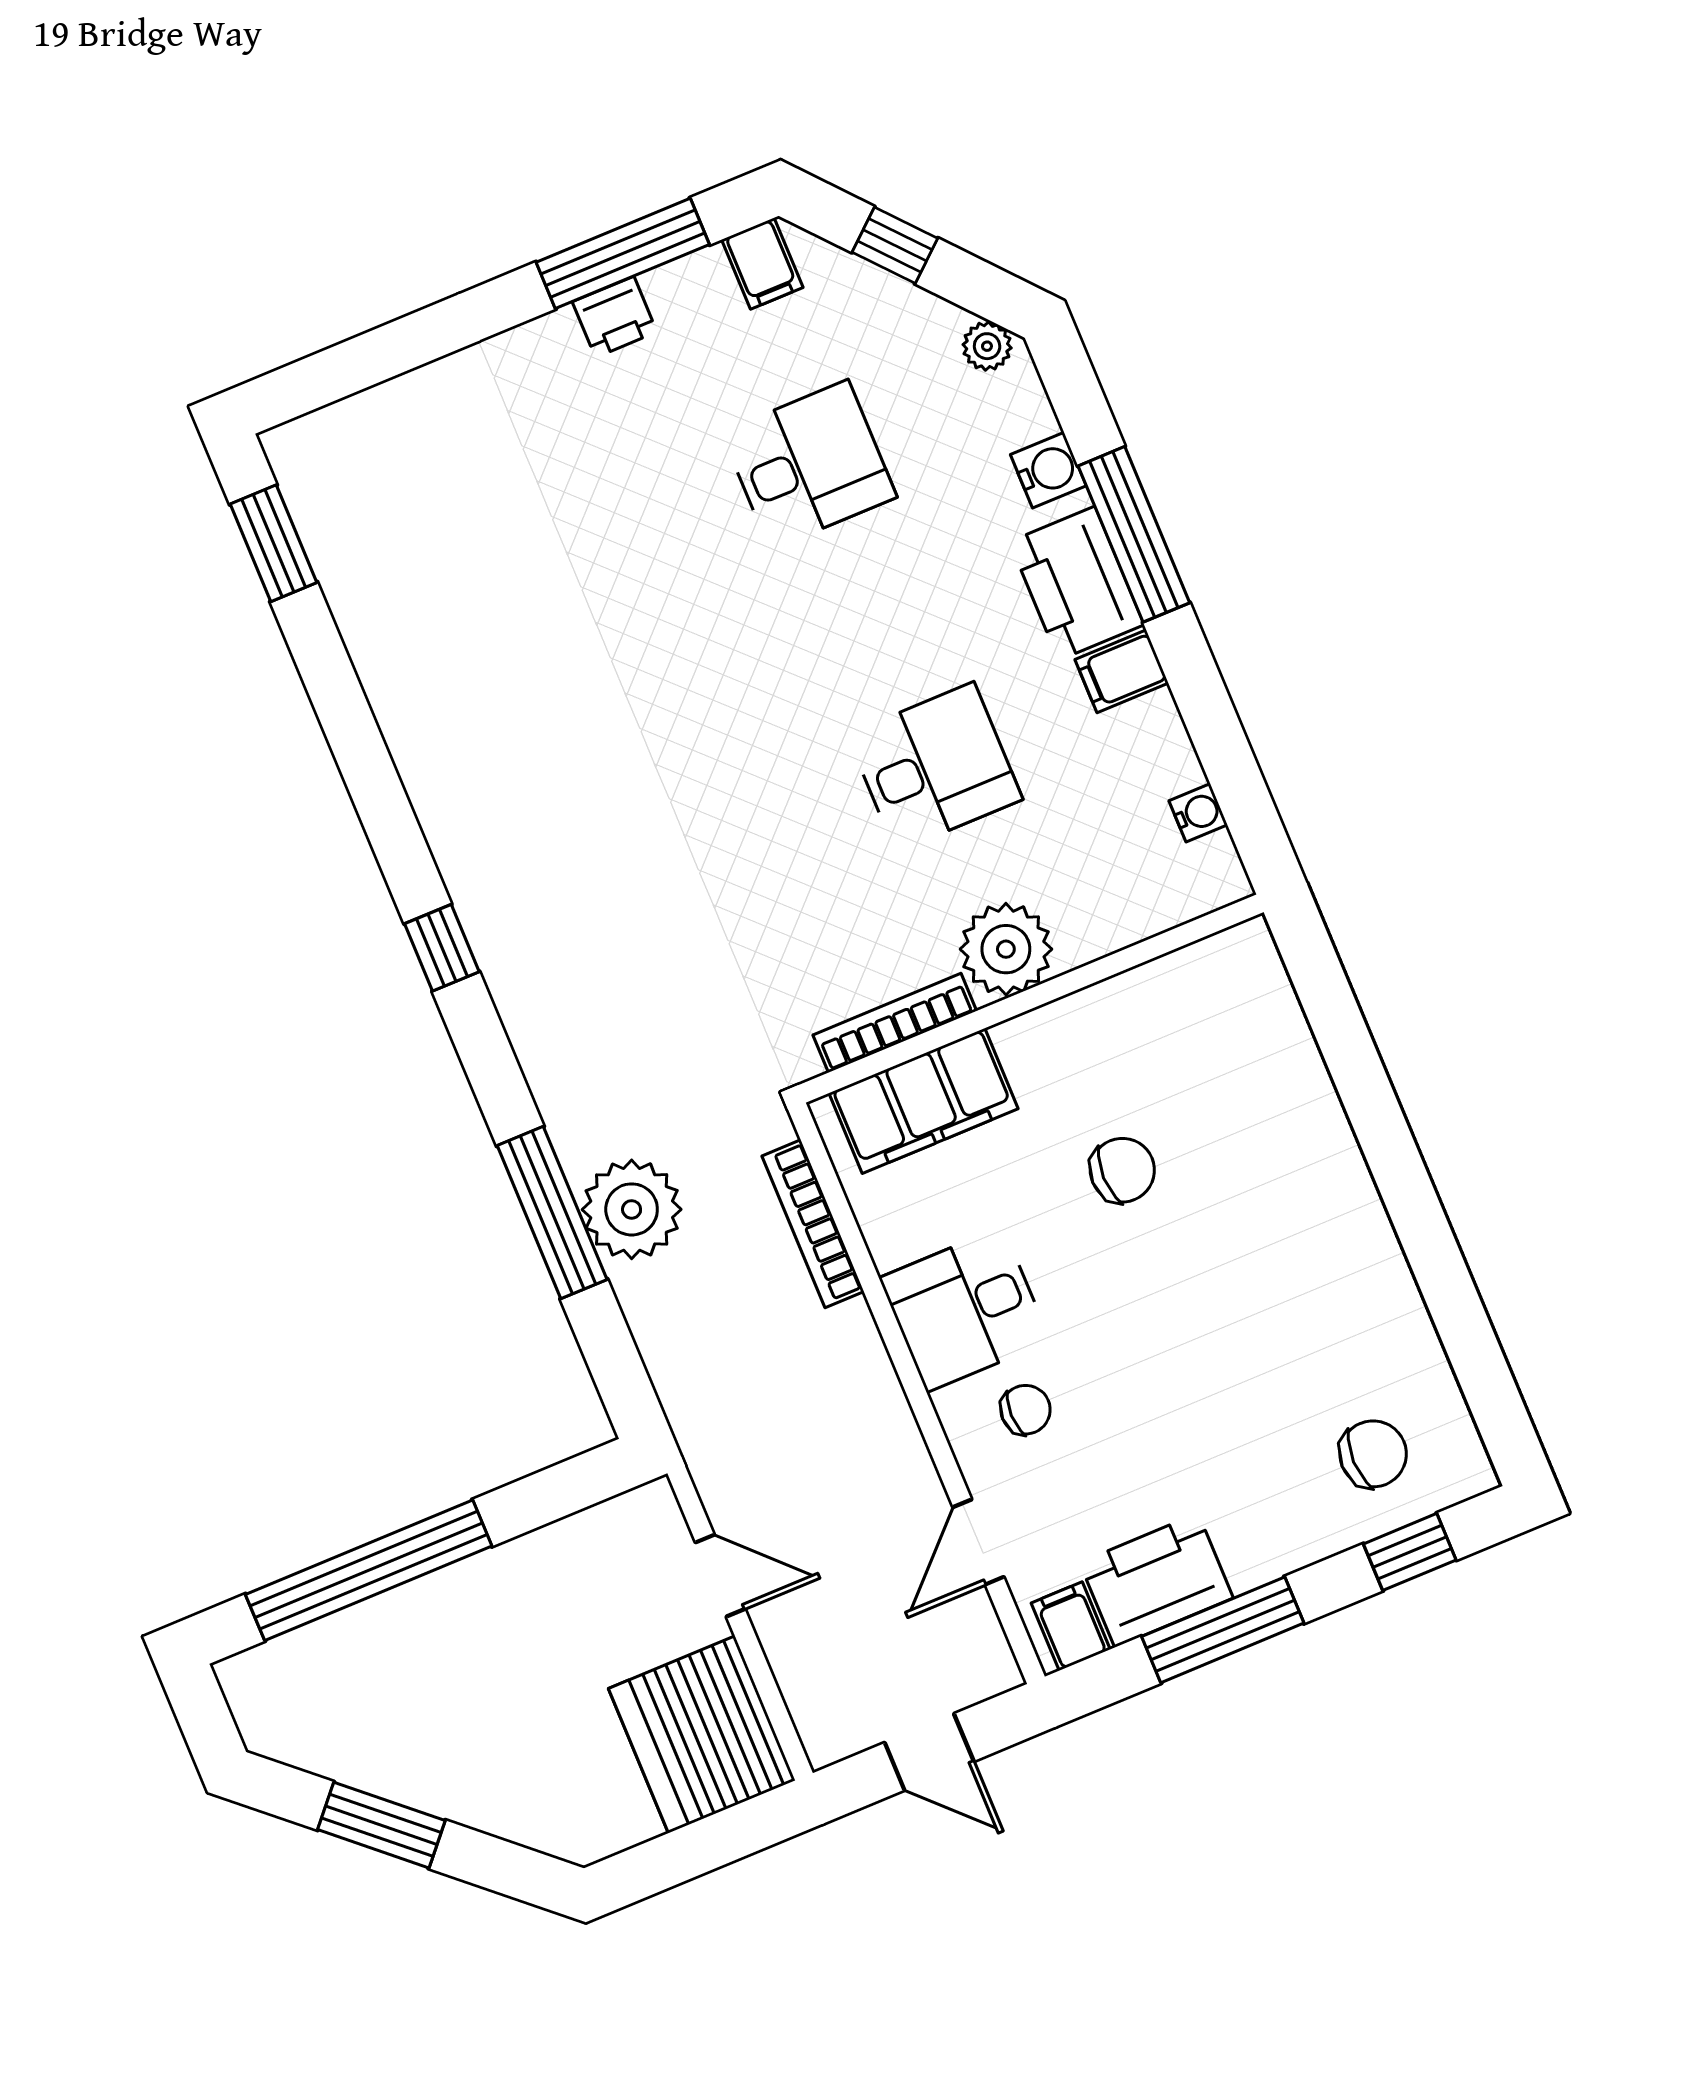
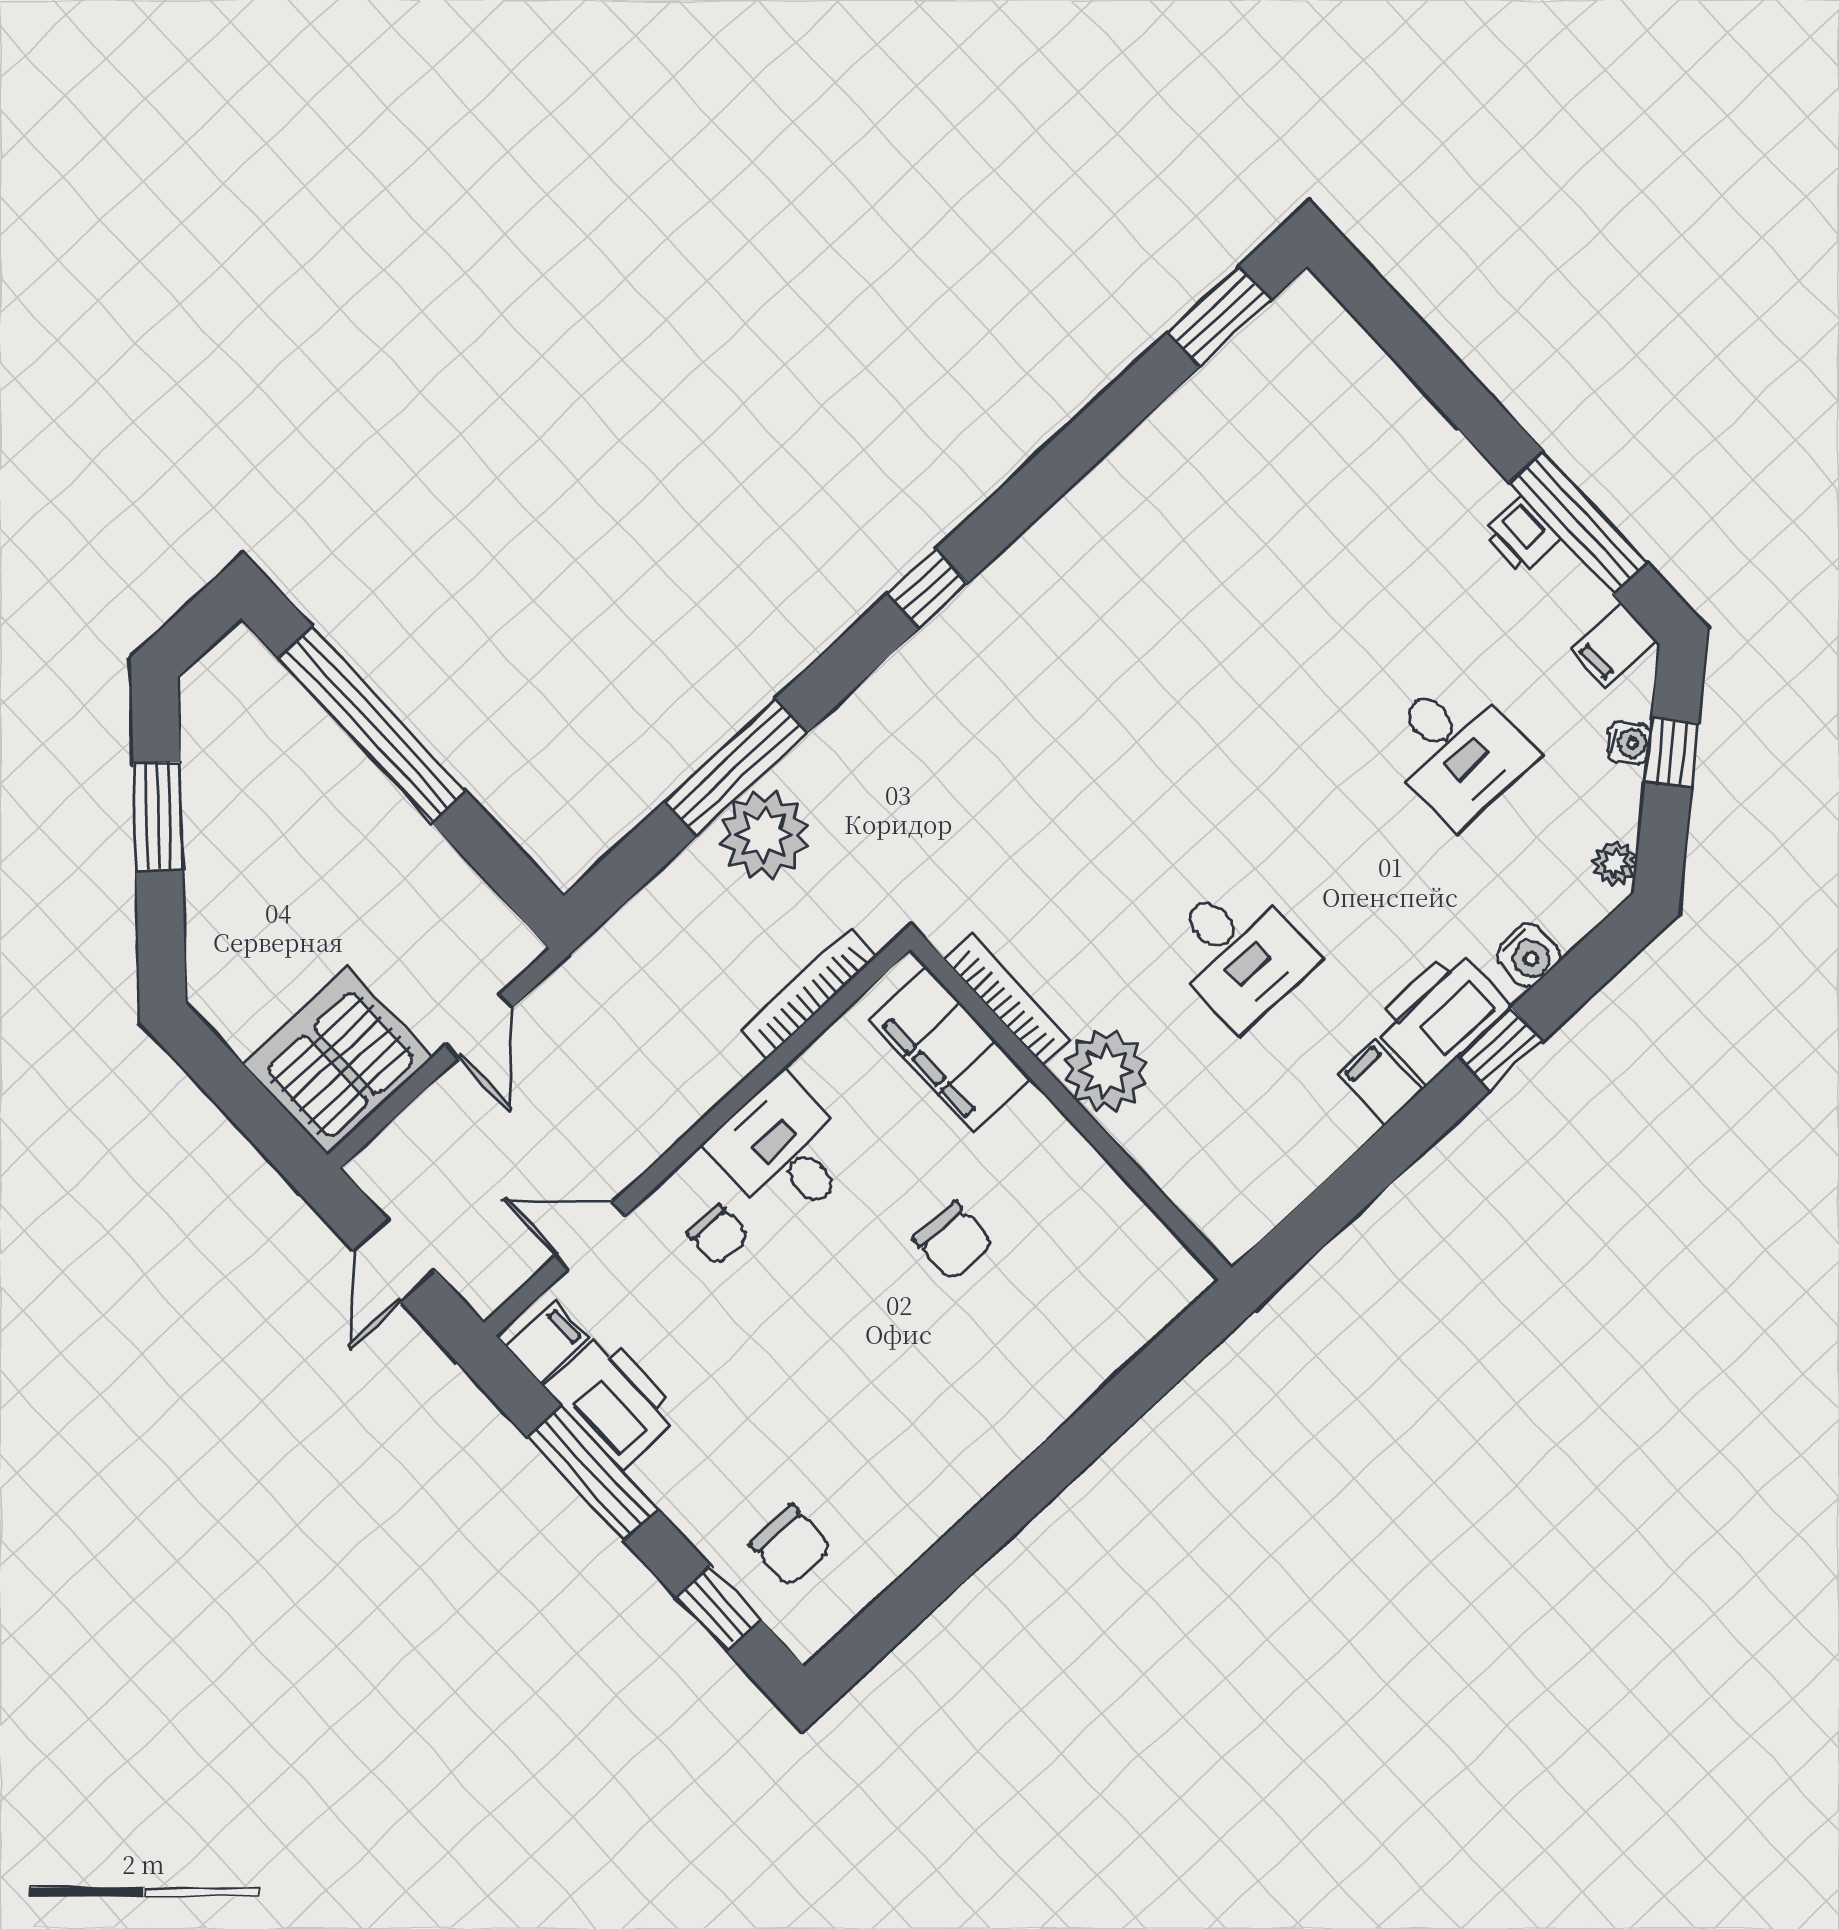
window: (1134, 534) -> (1501, 1049), width x0.46
water cooler: (1198, 813) -> (1629, 743), moved, turned -41

